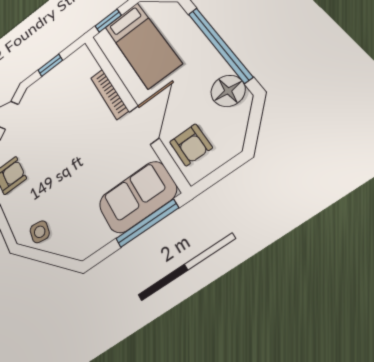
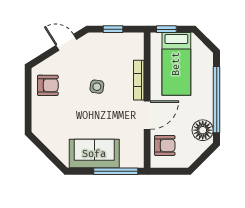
armchair: (191, 145) -> (165, 145), turned -90
sofa: (137, 197) -> (94, 154), moved
side table: (40, 232) -> (97, 87), moved

